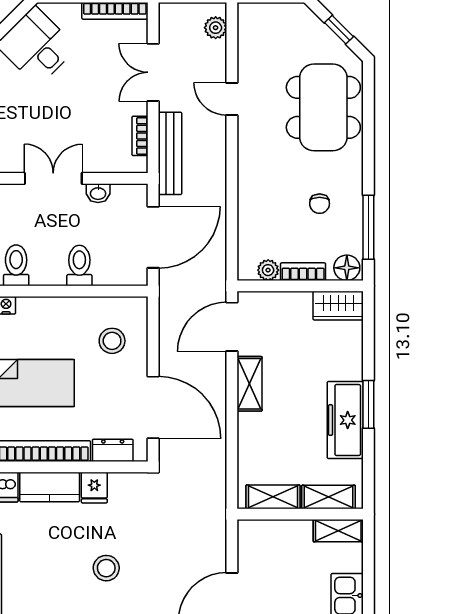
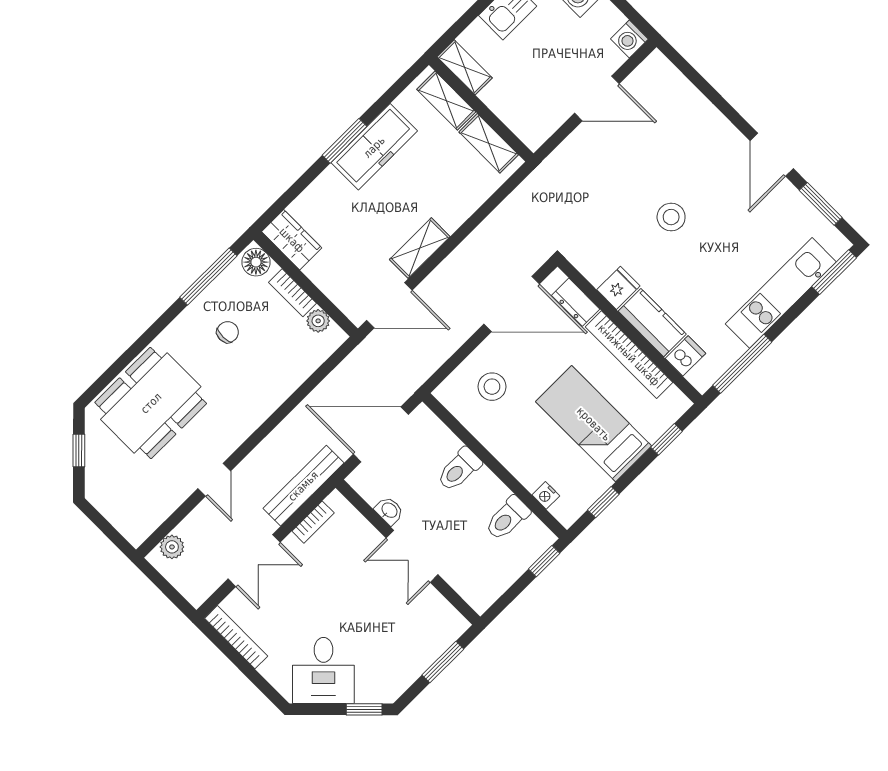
door: (153, 407) -> (512, 304), swing flipped

